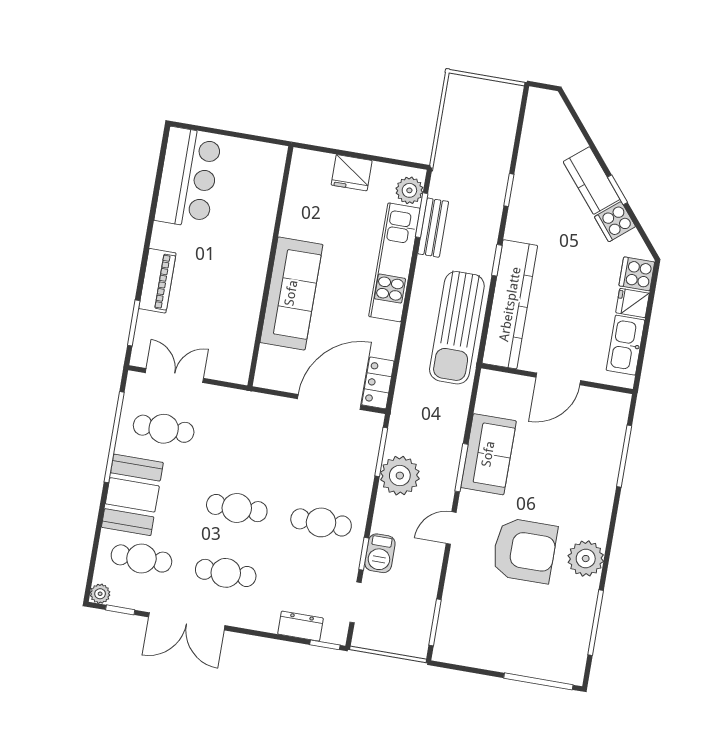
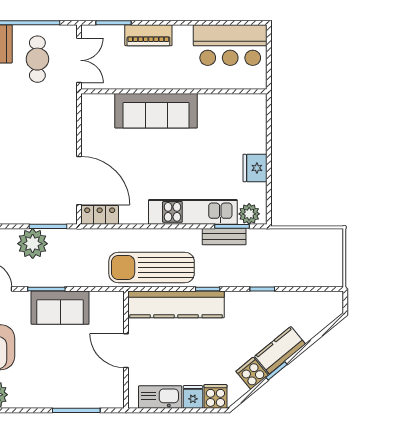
wall: (270, 266) -> (174, 91), moved
sofa: (291, 293) -> (156, 111), moved

